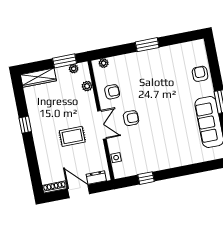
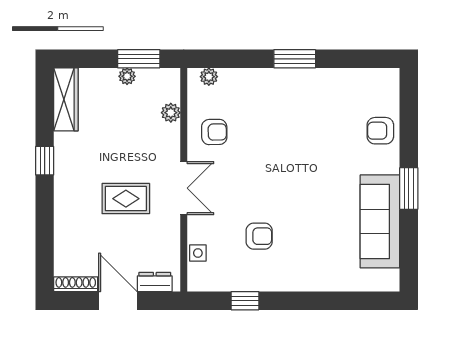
plant: (74, 69) -> (127, 76), moved
armchair: (200, 74) -> (380, 131), turned -90
wardrobe: (38, 78) -> (66, 99), moved, turned -90
armchair: (131, 118) -> (259, 236), moved

